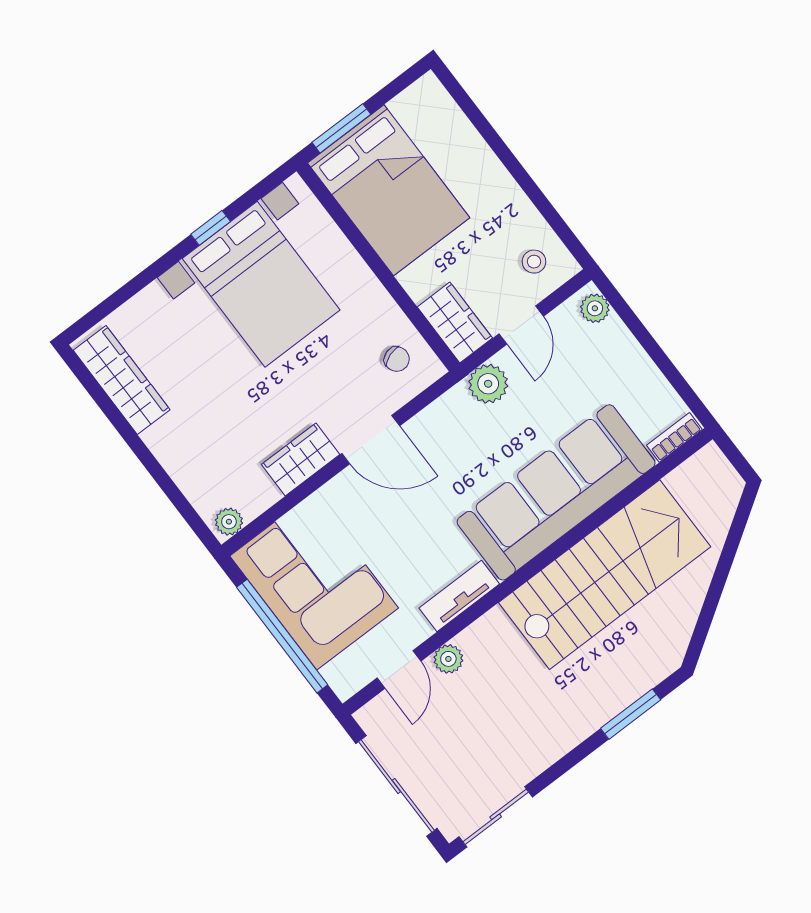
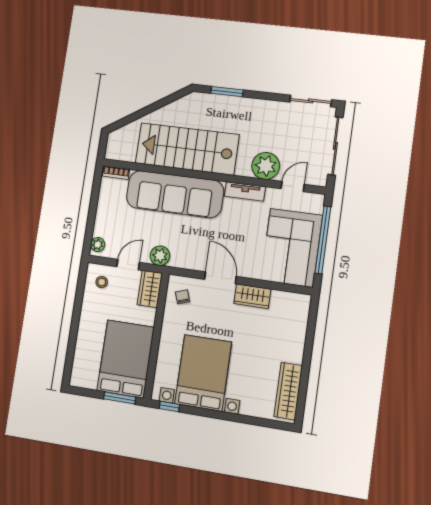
window: (211, 228) -> (169, 406), moved
plant: (229, 522) -> (301, 300), removed
plant: (448, 659) -> (266, 166), width x1.88, depth x1.88

